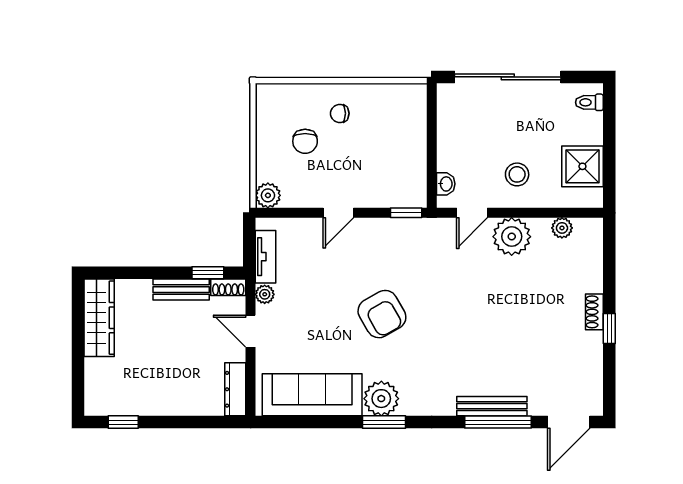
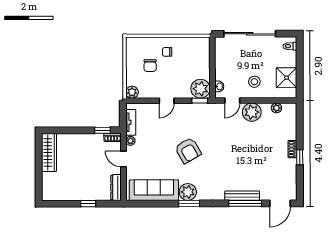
plant: (407, 189) -> (200, 89), added
bench: (181, 290) -> (89, 139), removed
window: (123, 422) -> (88, 204), moved

